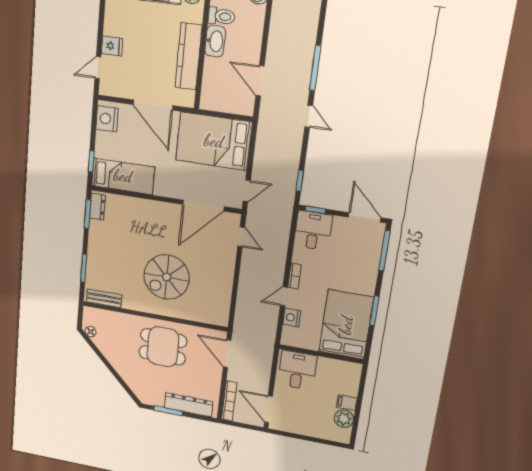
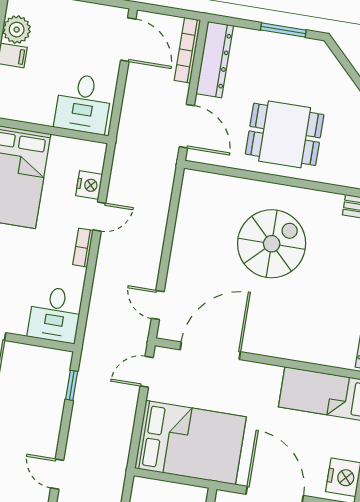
window: (315, 210) -> (51, 344), removed
dresser: (188, 405) -> (215, 60), moved, turned -90

